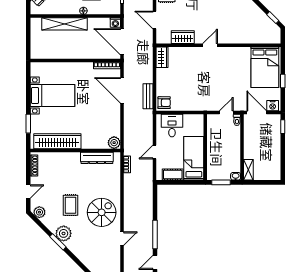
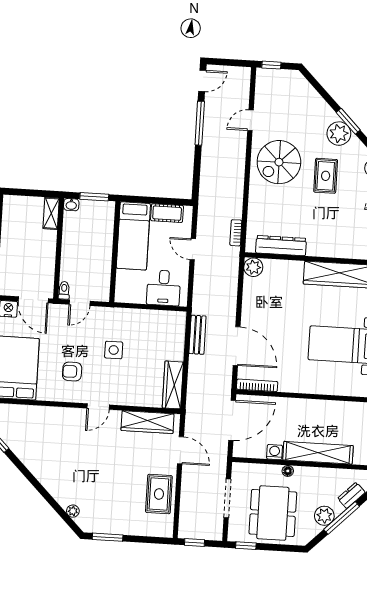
washing machine: (115, 23) -> (275, 452), moved
wardrobe: (183, 37) -> (148, 422), width x1.50
door: (122, 42) -> (232, 420), hinge flipped
wardrobe: (162, 57) -> (173, 385), width x1.50
side table: (202, 83) -> (114, 350), added
armchair: (164, 103) -> (72, 372), moved
door: (154, 152) -> (193, 249), swing flipped

